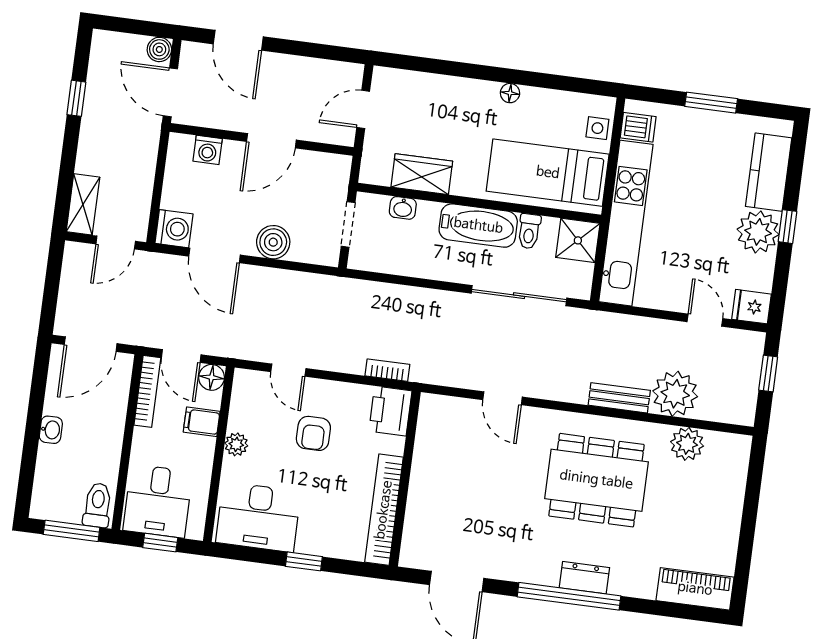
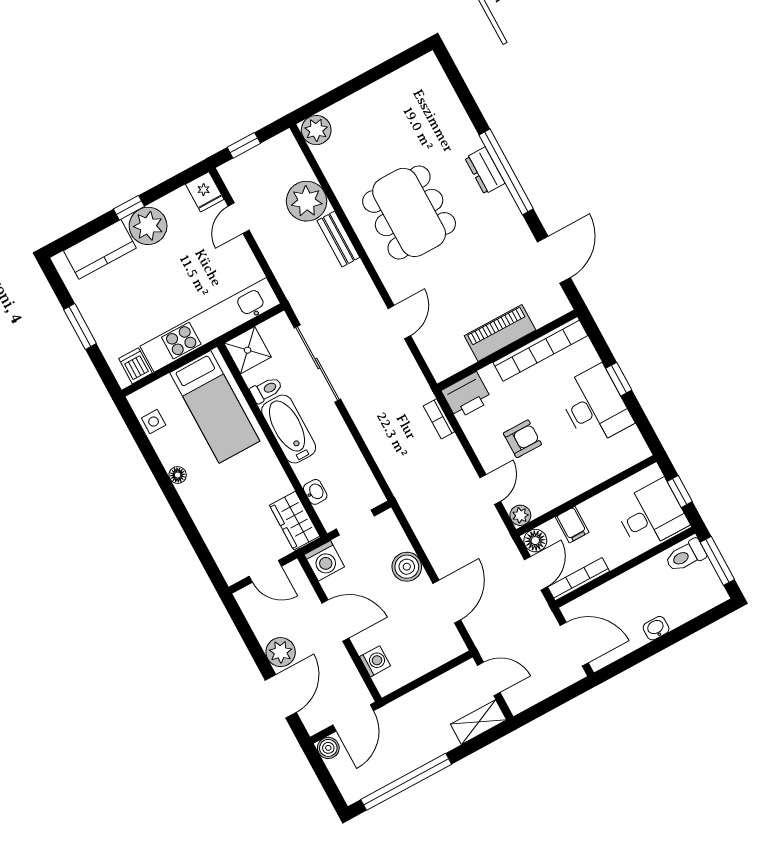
plant: (279, 70) -> (281, 652), added
window: (76, 98) -> (406, 782), width x3.17
side table: (597, 128) -> (154, 422), moved
wardrobe: (422, 174) -> (295, 521), moved
washing machine: (174, 229) -> (324, 561), moved, turned 180
plant: (236, 444) -> (520, 515), moved
plant: (687, 444) -> (316, 130), moved
desk: (258, 517) -> (595, 406), moved
piano: (695, 589) -> (500, 333), moved, turned 90

